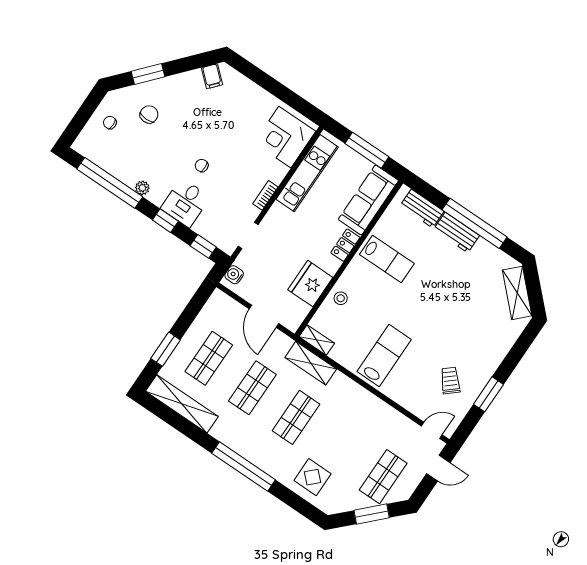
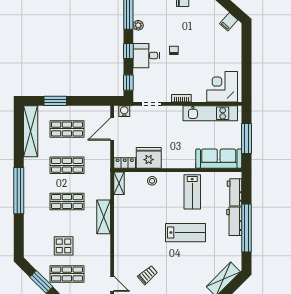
locker: (345, 245) -> (125, 163), moved
door: (264, 316) -> (112, 129), moved
lab bench: (384, 355) -> (186, 233), moved
shelving: (311, 363) -> (104, 217), moved
display table: (313, 477) -> (64, 246), moved

